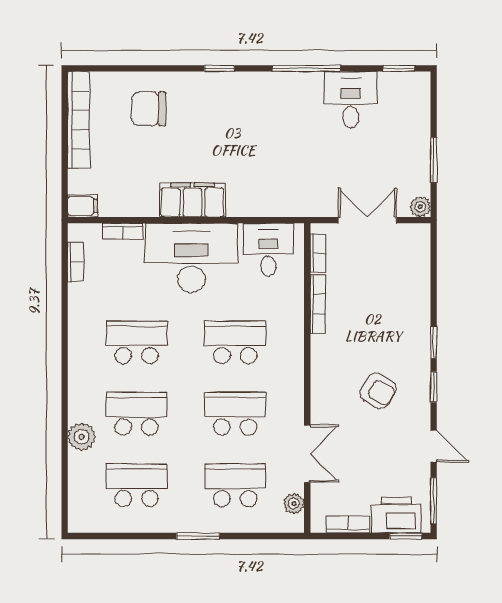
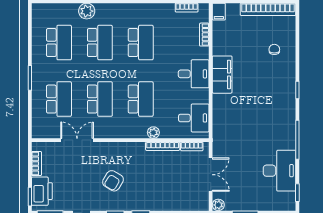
desk: (351, 100) -> (280, 171), width x1.37
chair: (149, 109) -> (274, 49), width x0.54, depth x0.54
desk: (191, 258) -> (194, 74), width x0.53, depth x0.77
double door: (307, 454) -> (77, 140), swing flipped
plant: (294, 503) -> (153, 133), moved

